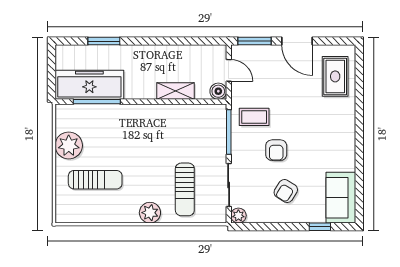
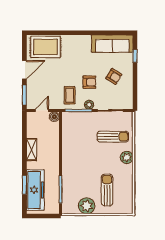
rug: (335, 76) -> (46, 47), width x1.36, depth x1.43
freezer: (89, 85) -> (35, 190), moved, turned 180
shelving: (175, 91) -> (32, 149), moved
sofa: (341, 198) -> (112, 44), width x1.36
plant: (238, 216) -> (89, 105), moved

